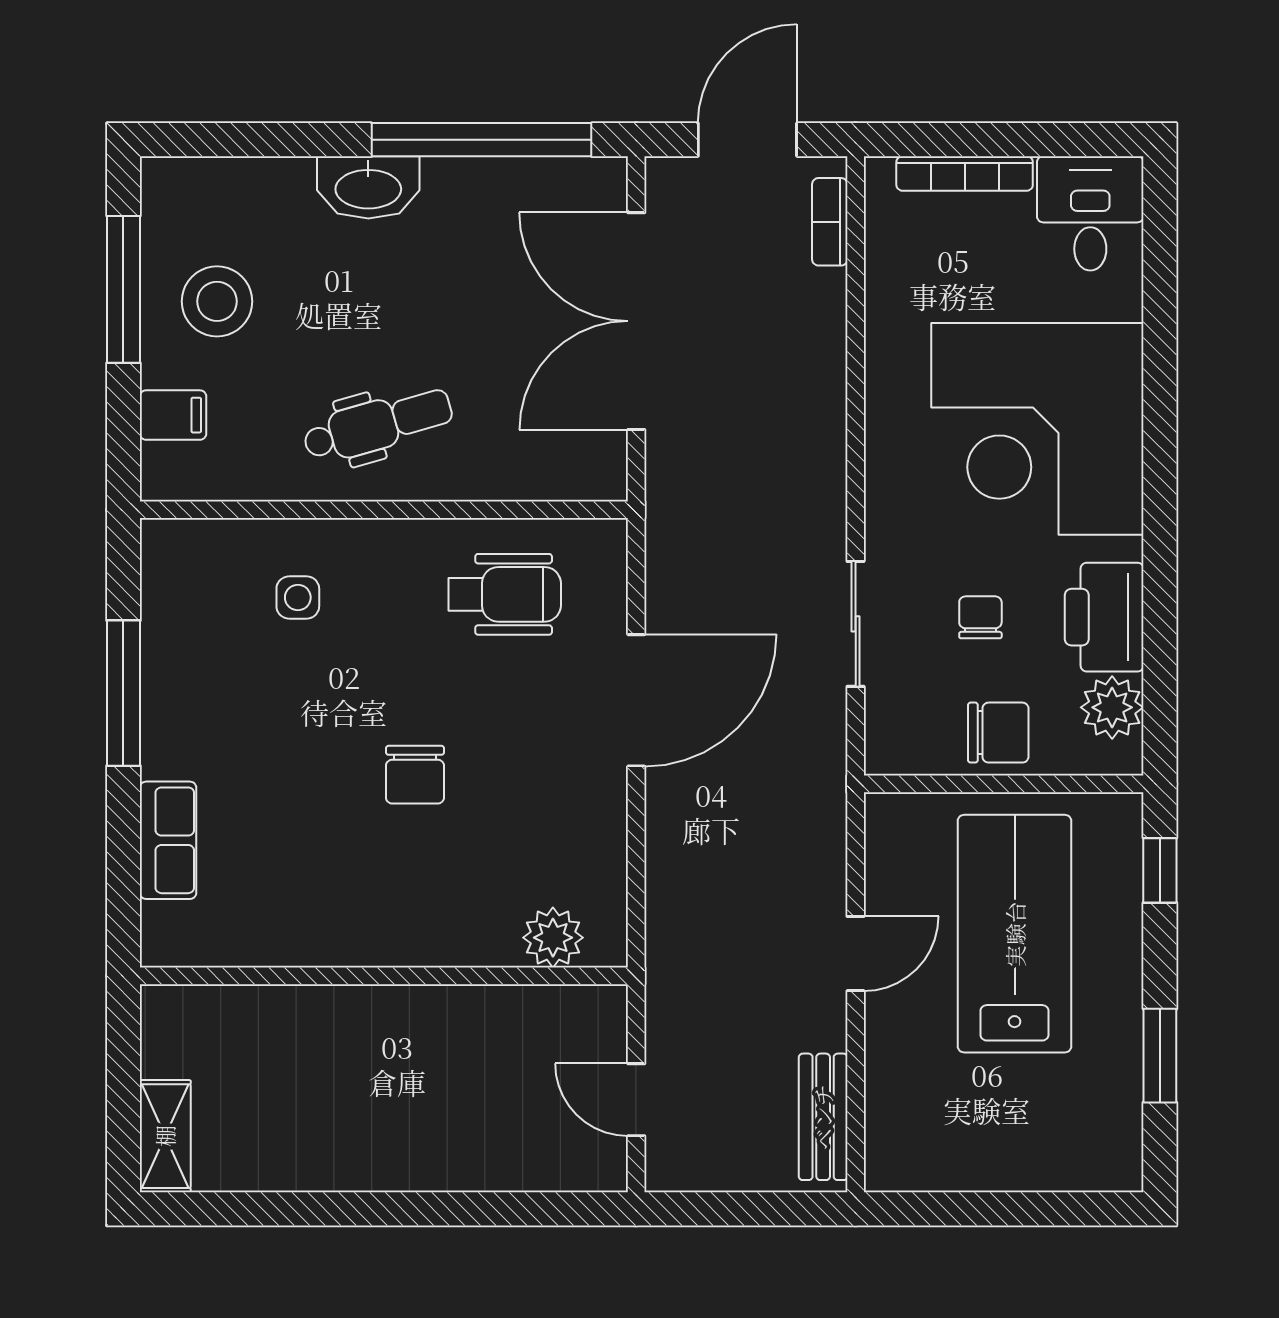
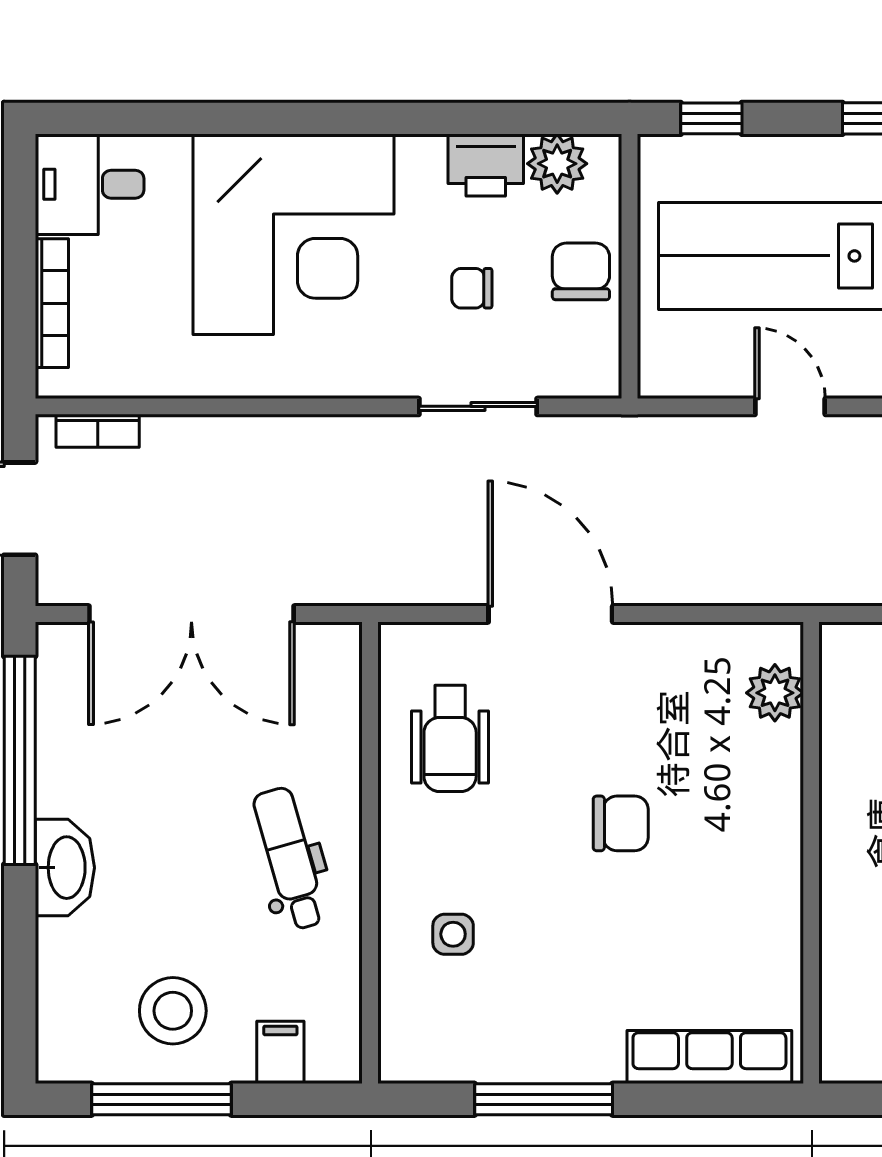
wheelchair: (505, 594) -> (450, 739), turned 180
printer: (1104, 617) -> (486, 165), width x0.73, depth x0.84
row of seats: (168, 840) -> (709, 1057), width x1.48

